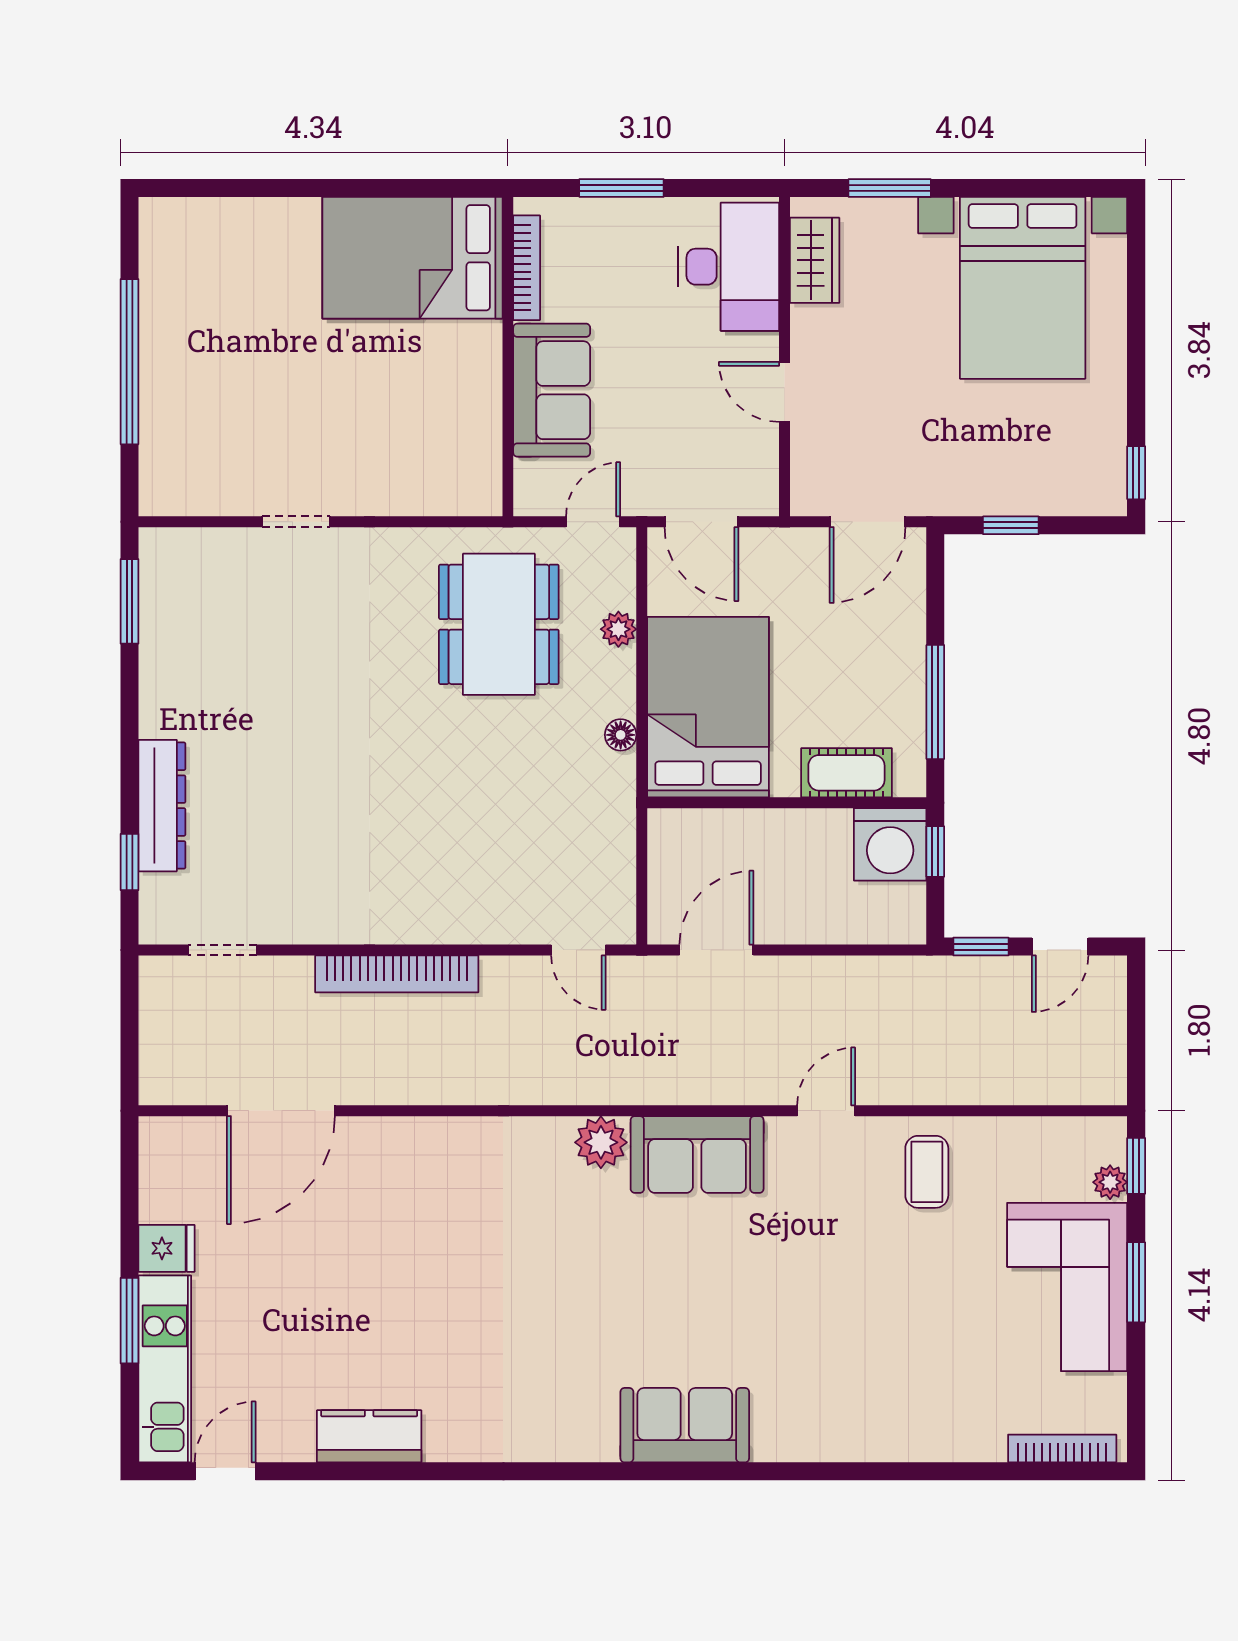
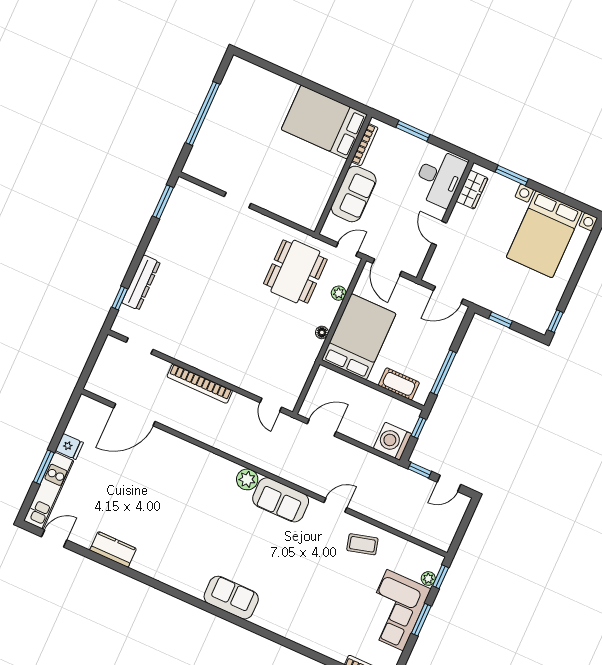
washing machine: (890, 844) -> (393, 441), moved, turned 90
coffee table: (927, 1172) -> (362, 544), turned 75

